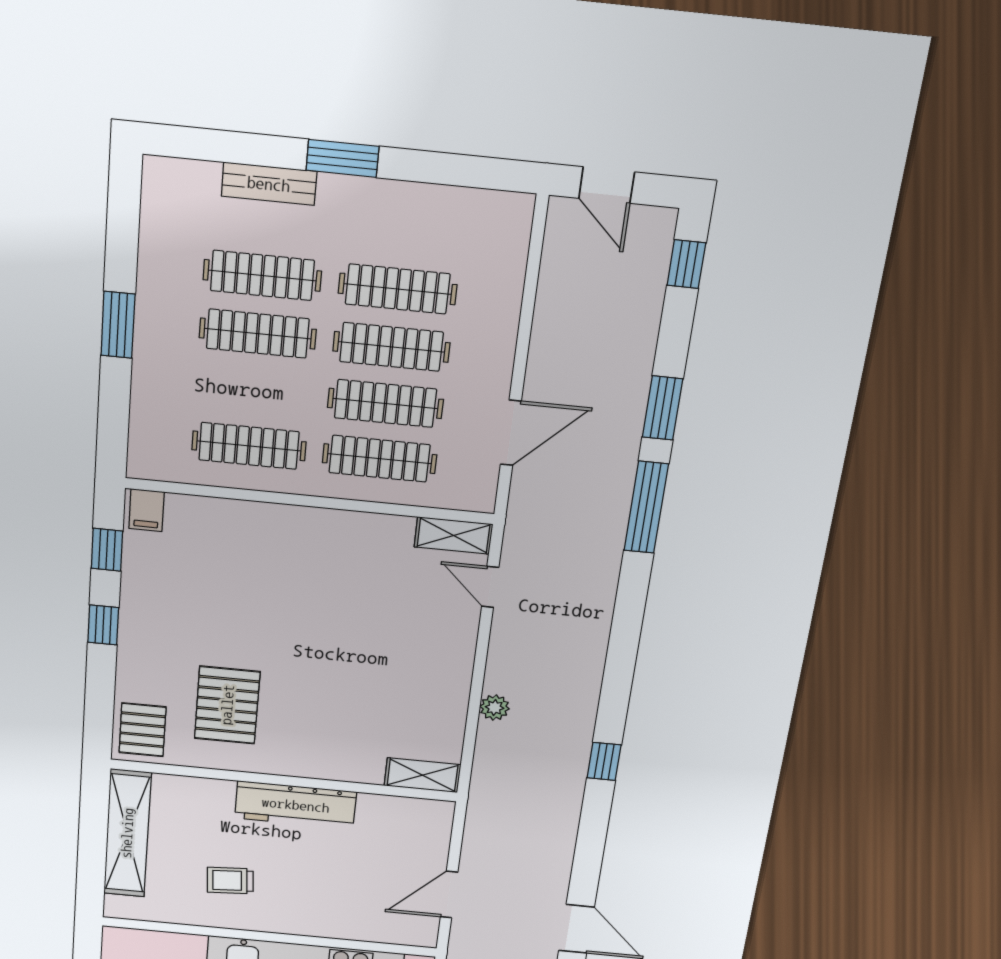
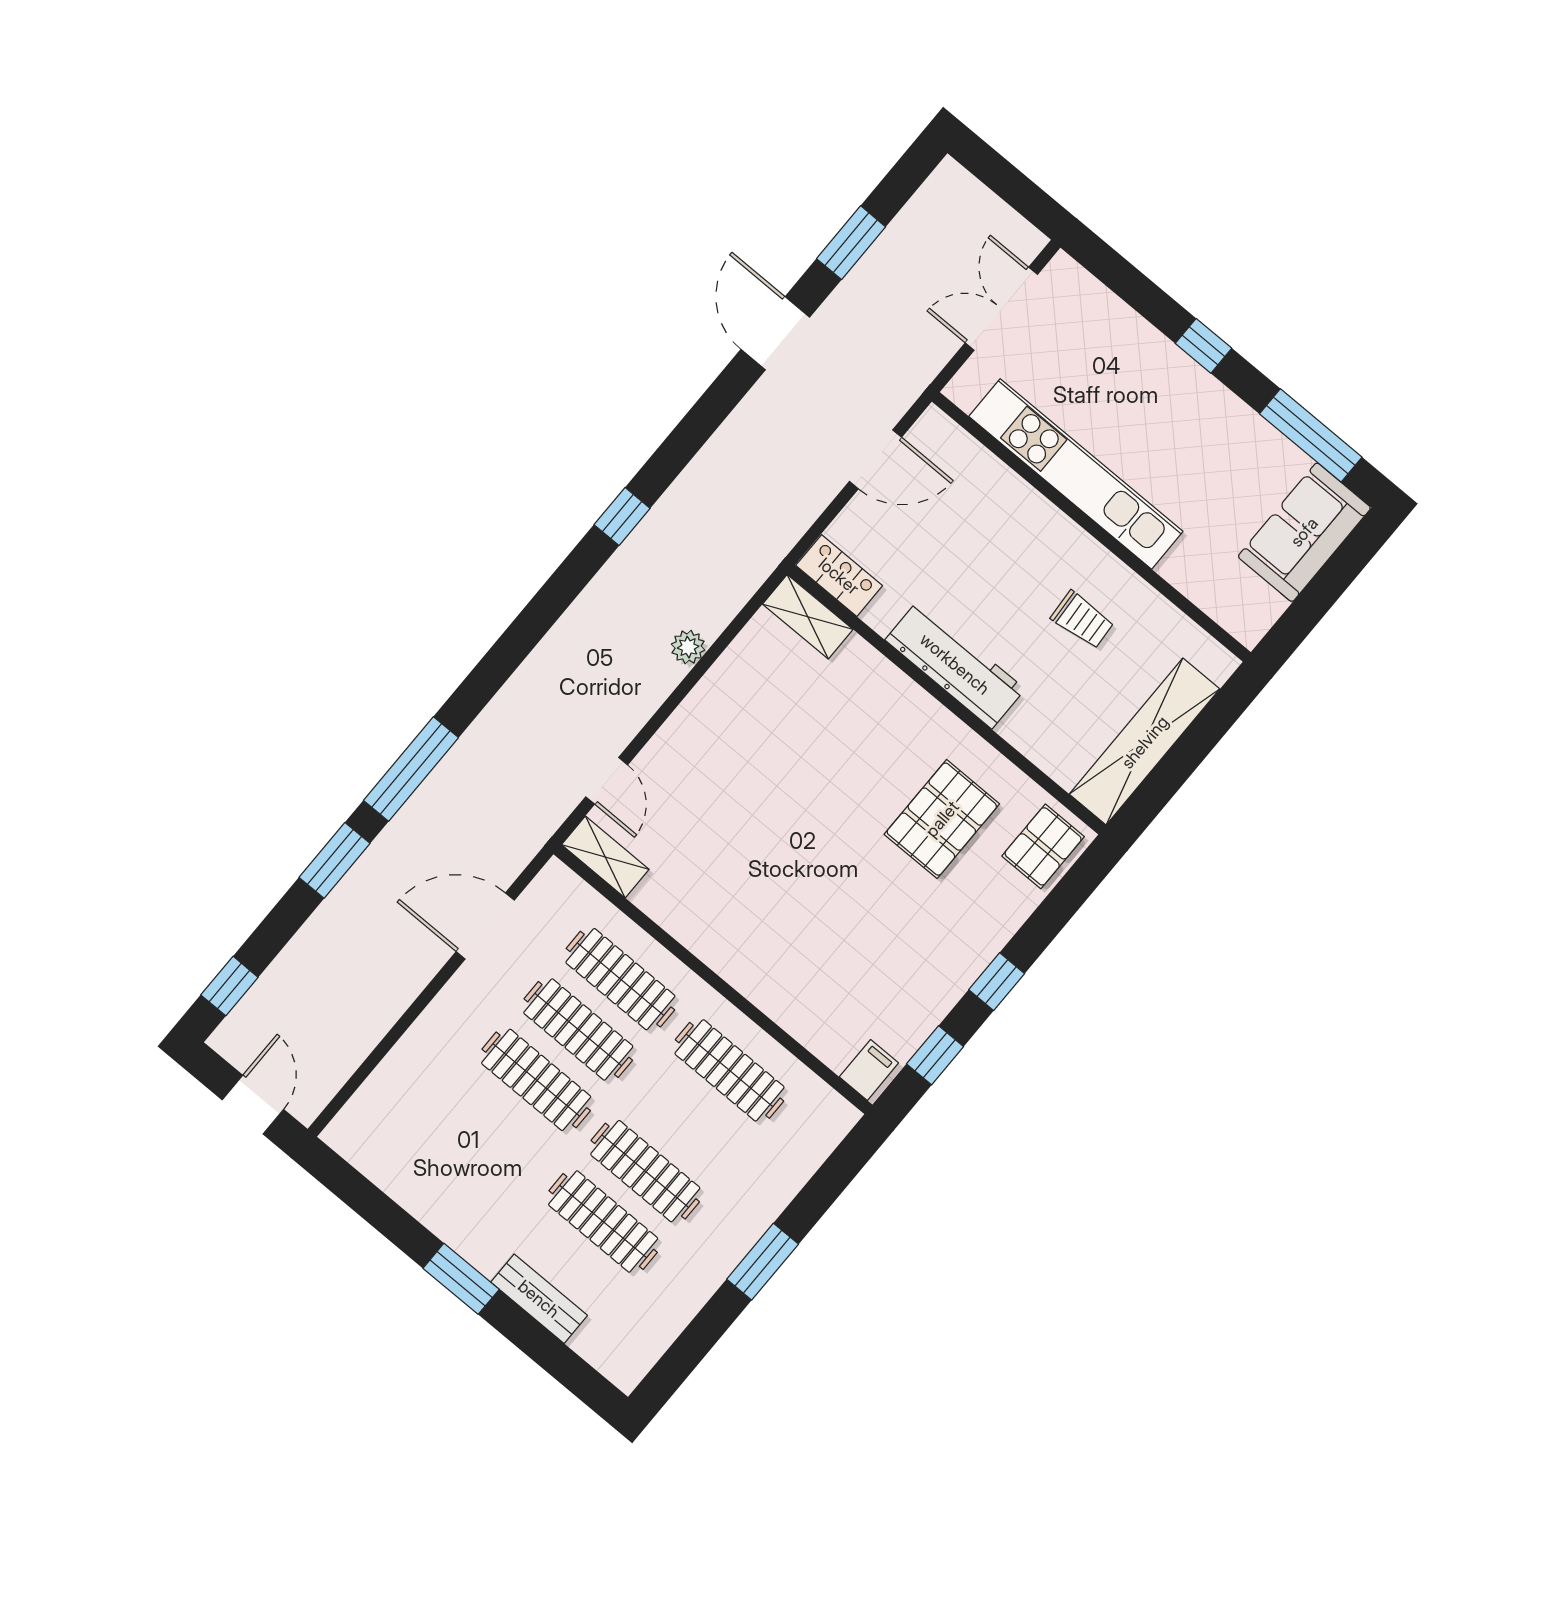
clothes rail: (398, 289) -> (494, 1130), removed
locker: (420, 812) -> (839, 576), added

